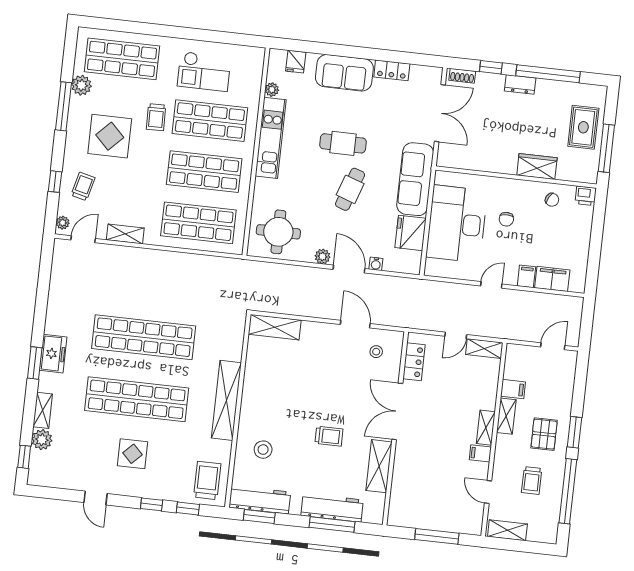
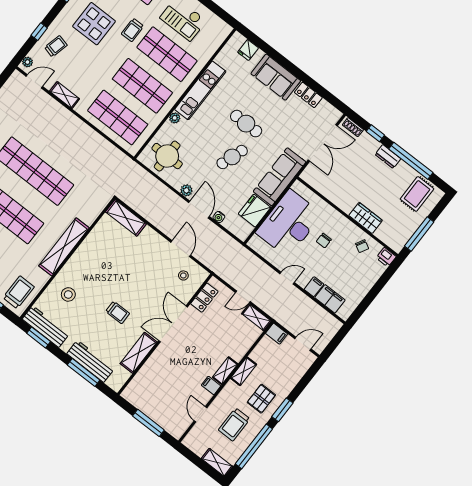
plant: (272, 90) -> (175, 118), moved
rug: (583, 127) -> (417, 194), moved
filing cabinet: (513, 389) -> (277, 334), moved
trolley: (532, 481) -> (234, 424), width x1.36, depth x1.39
shelving: (507, 530) -> (217, 463), moved

